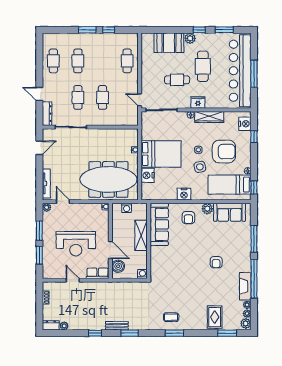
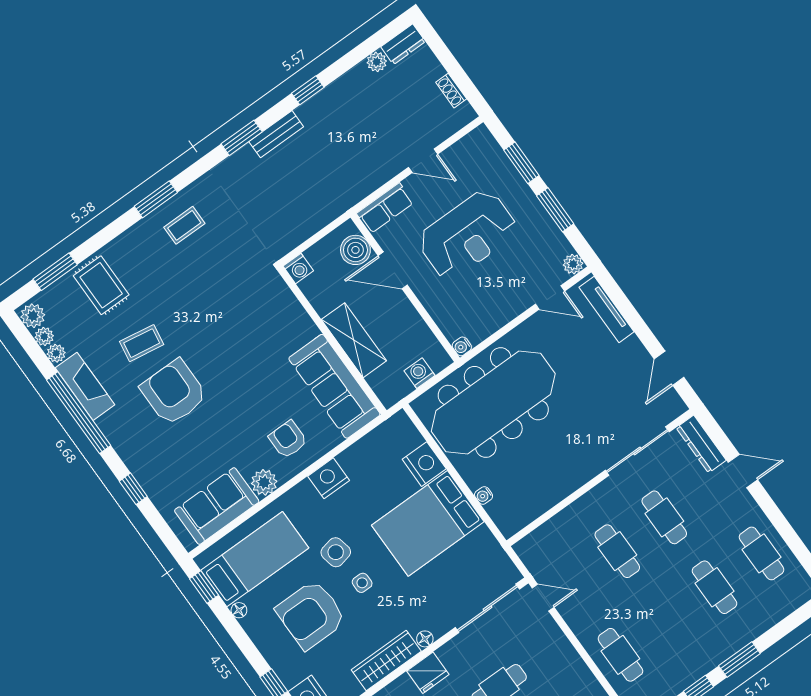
window: (254, 239) -> (133, 489), width x0.46
reception desk: (76, 244) -> (467, 235), turned 180
armchair: (216, 262) -> (174, 392), width x1.88, depth x1.88
coffee table: (215, 287) -> (142, 343), added

